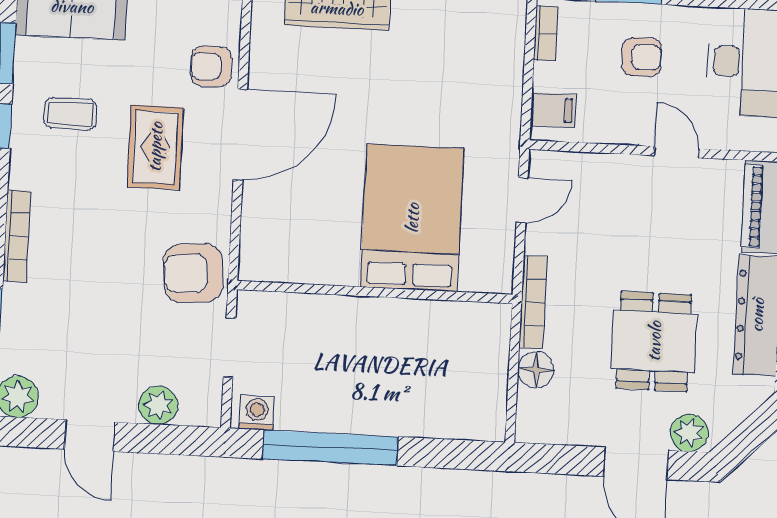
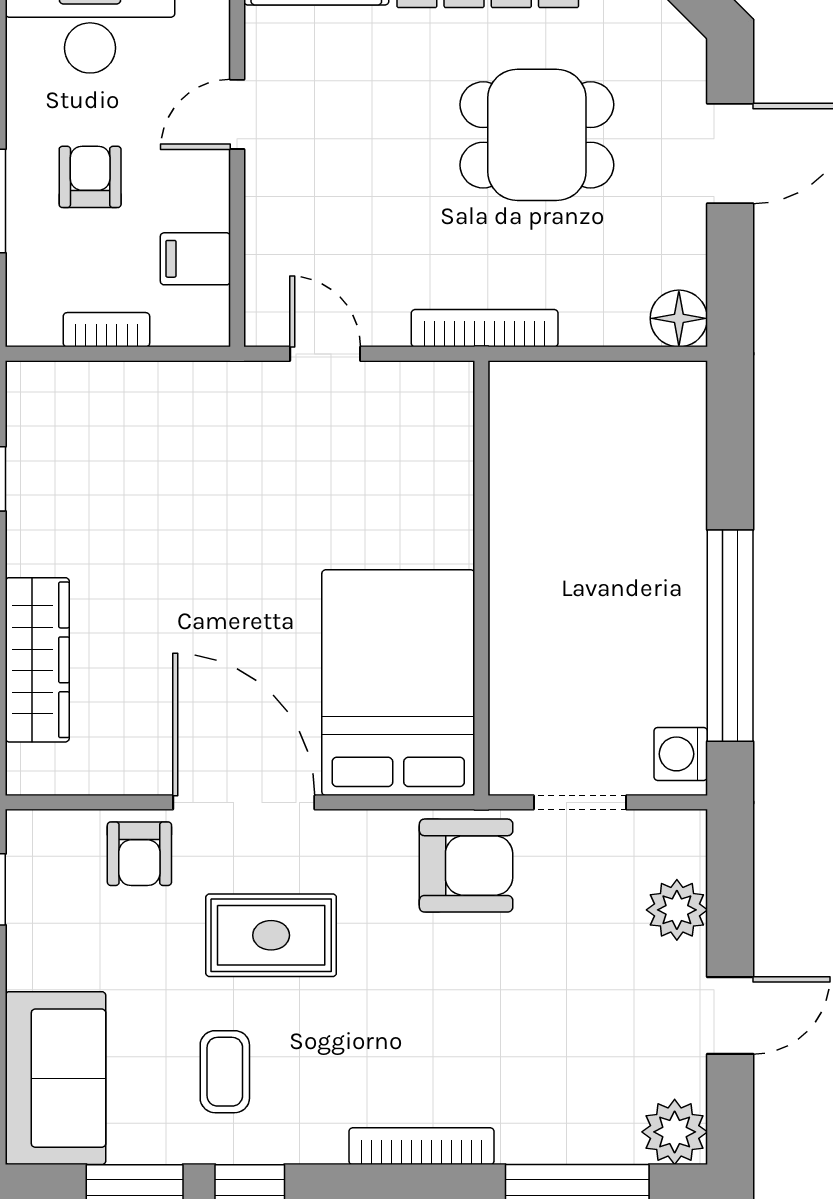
bookcase: (546, 33) -> (106, 330), moved
filing cabinet: (553, 110) -> (195, 259), moved, turned -90
bed: (412, 218) -> (398, 683), moved, turned 90
armchair: (193, 273) -> (466, 866), turned -86
floor lamp: (536, 370) -> (679, 318), moved
plant: (689, 433) -> (678, 72), removed

